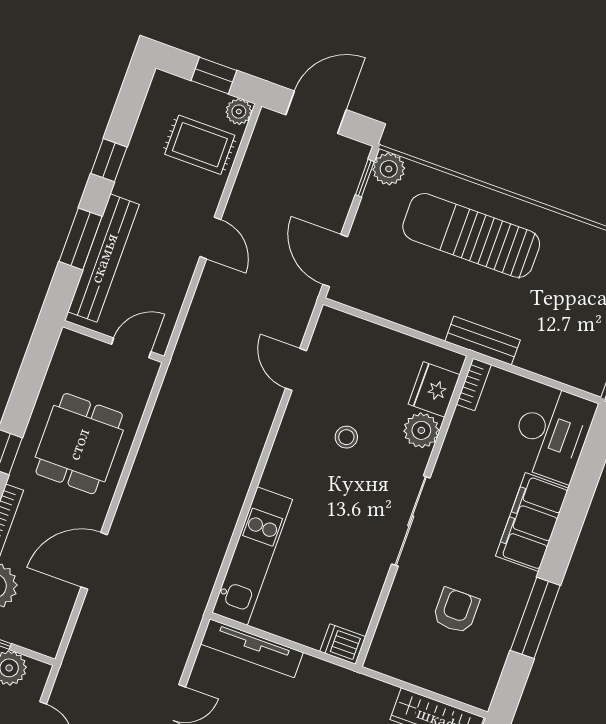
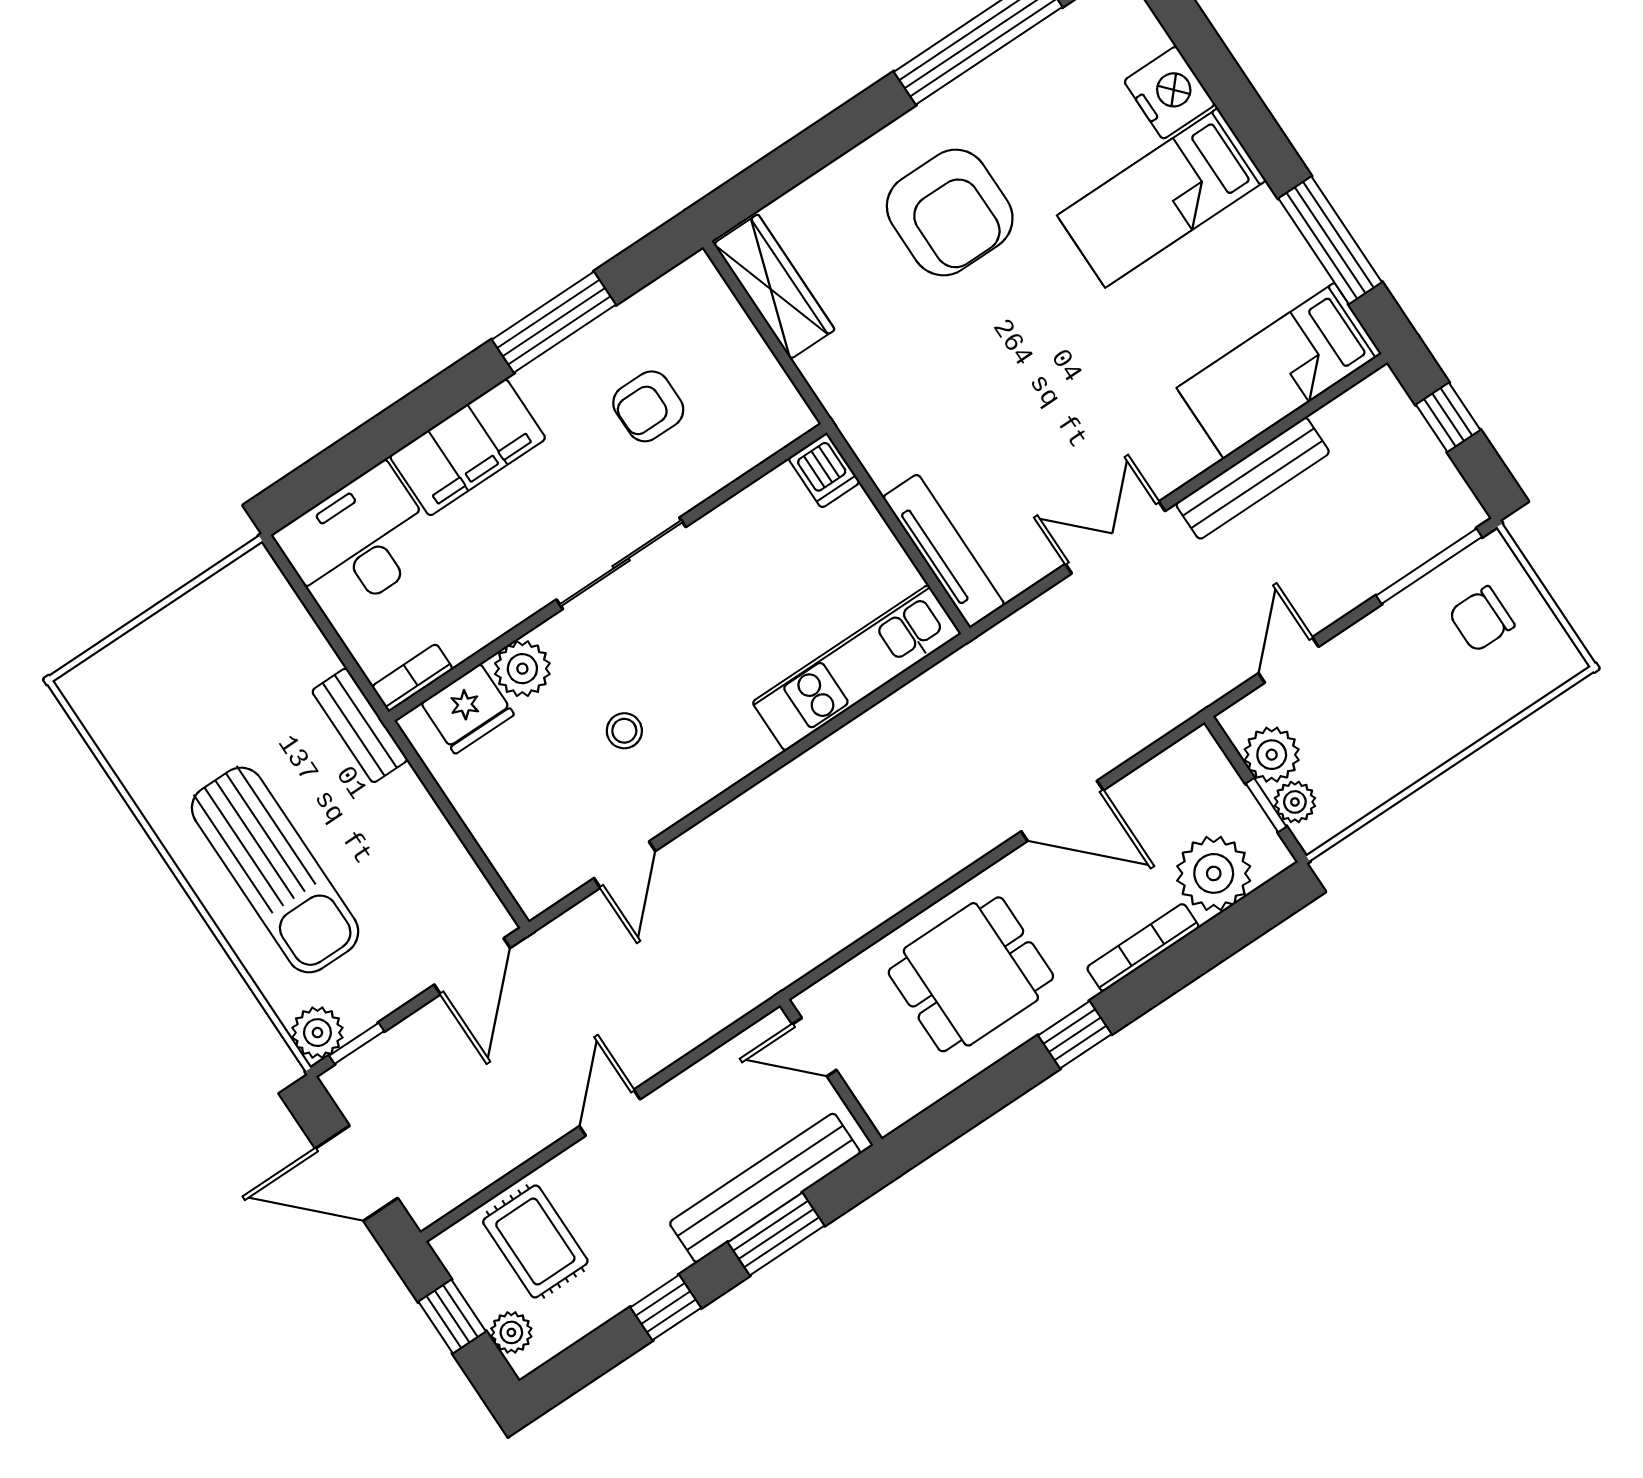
plant: (239, 112) -> (511, 1332), moved

